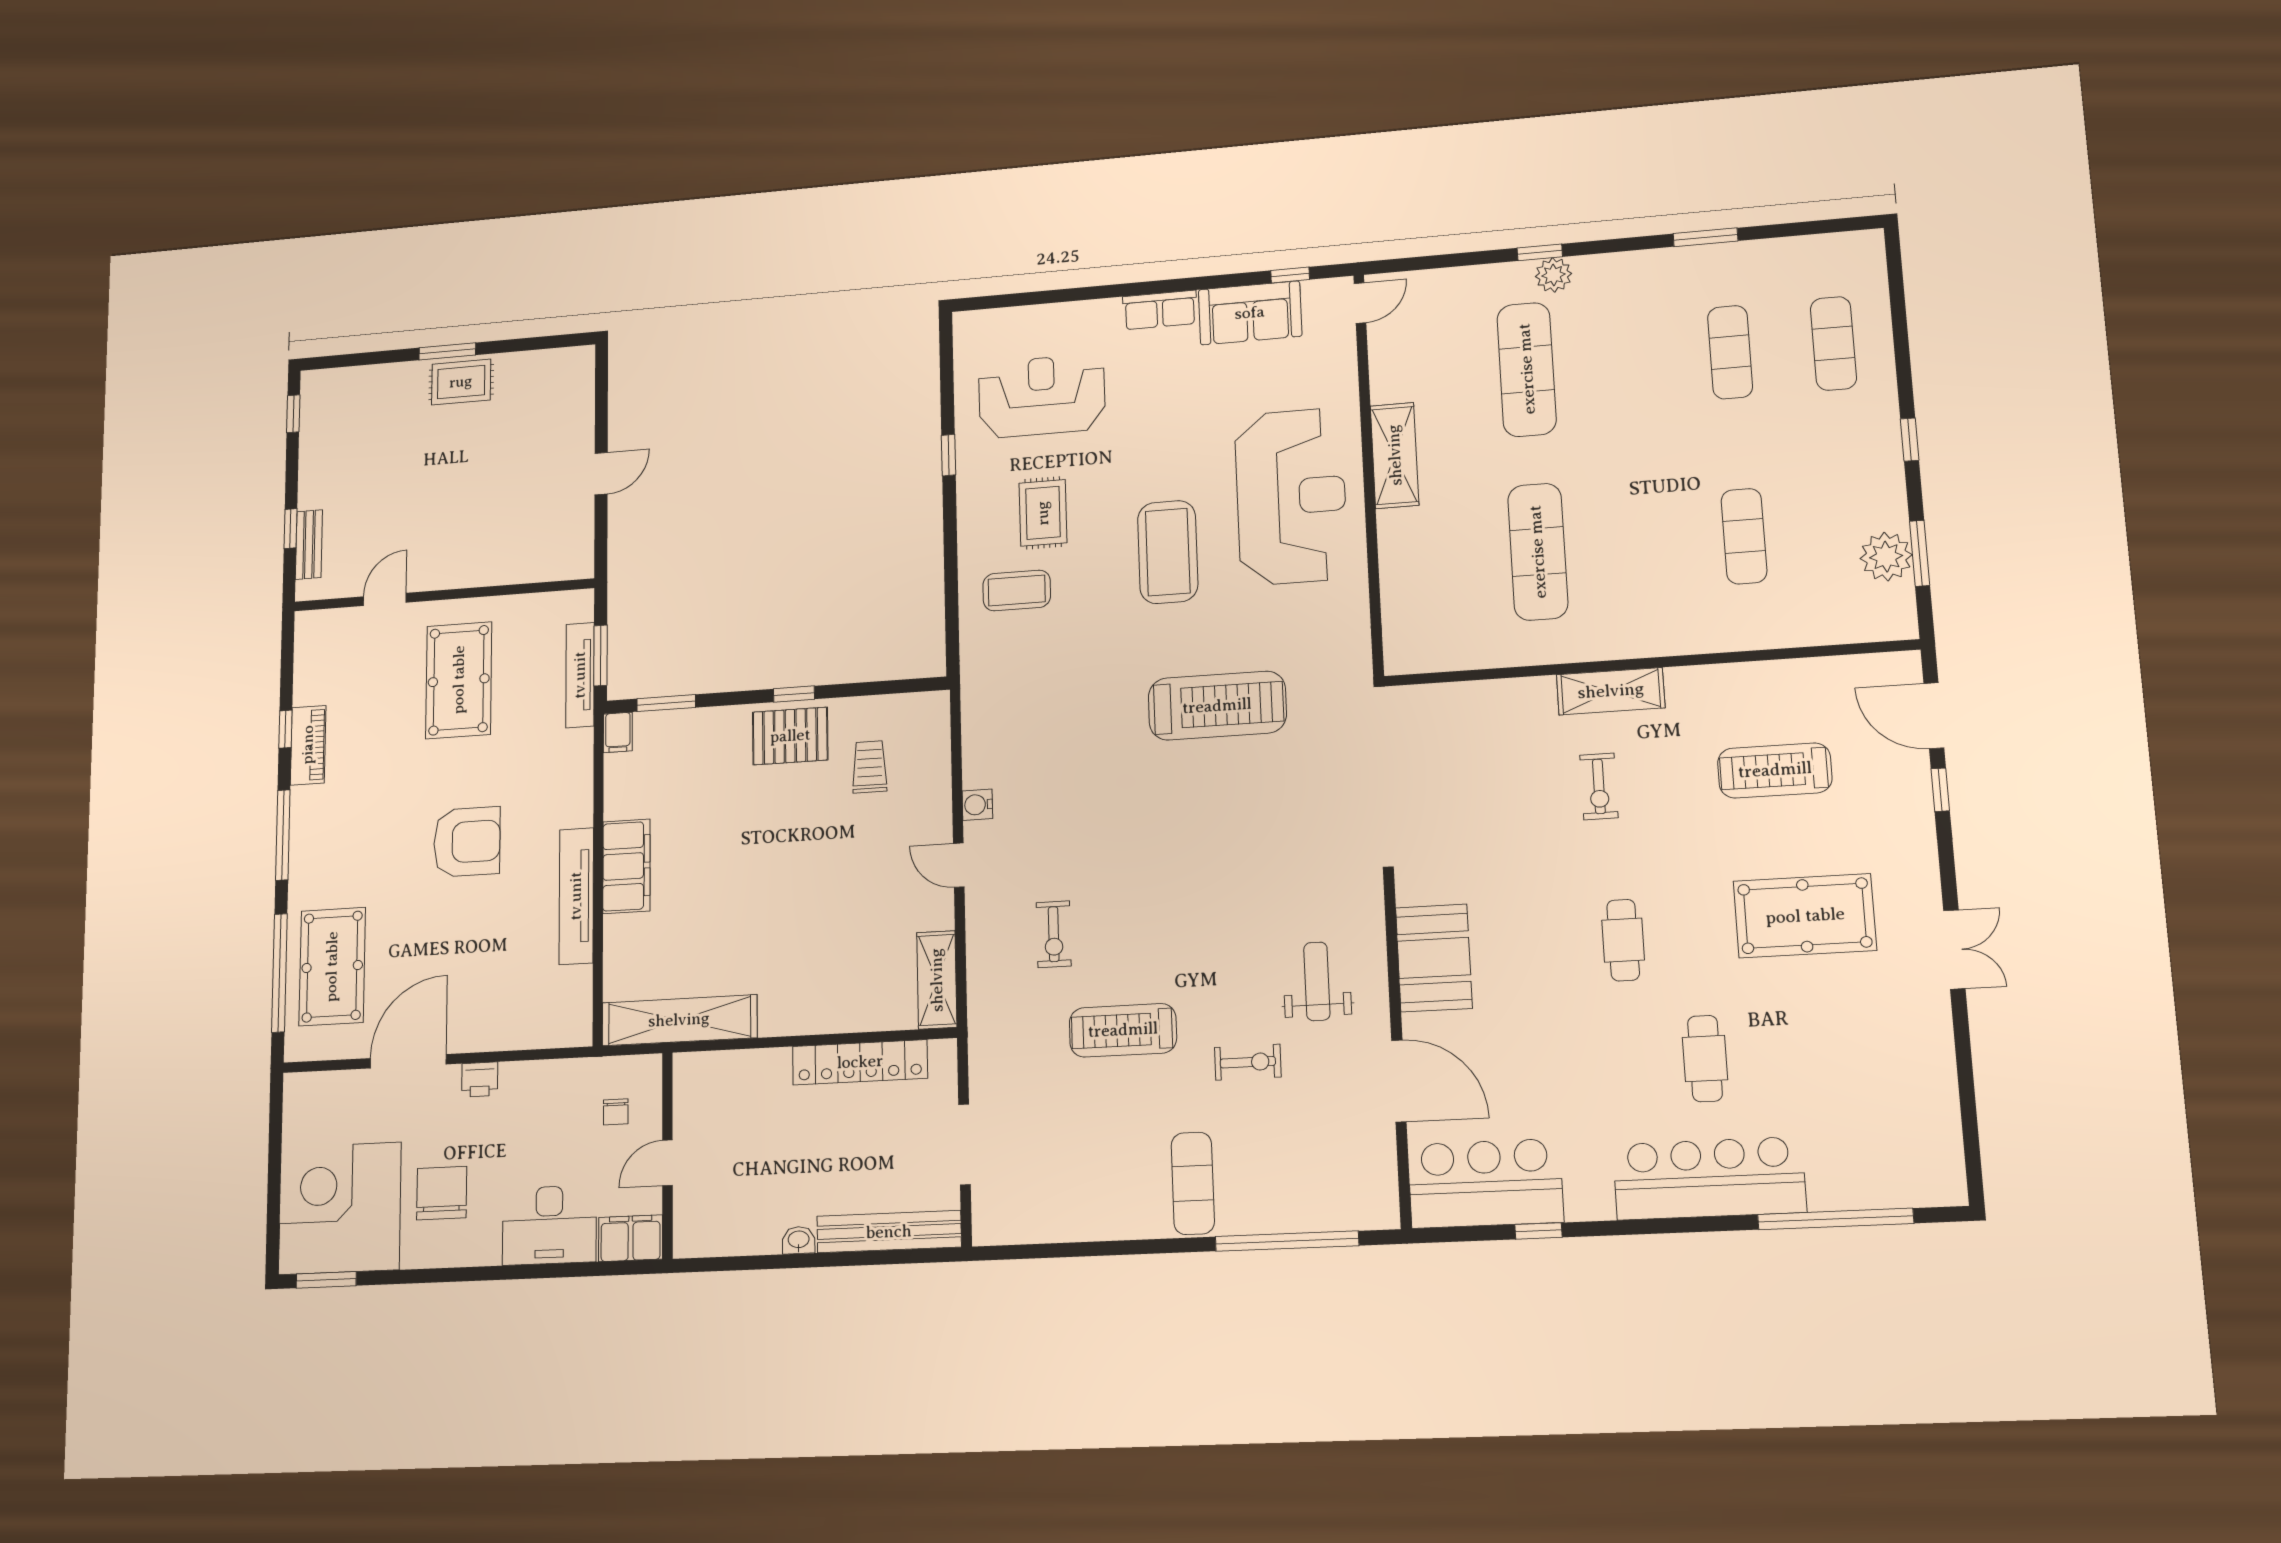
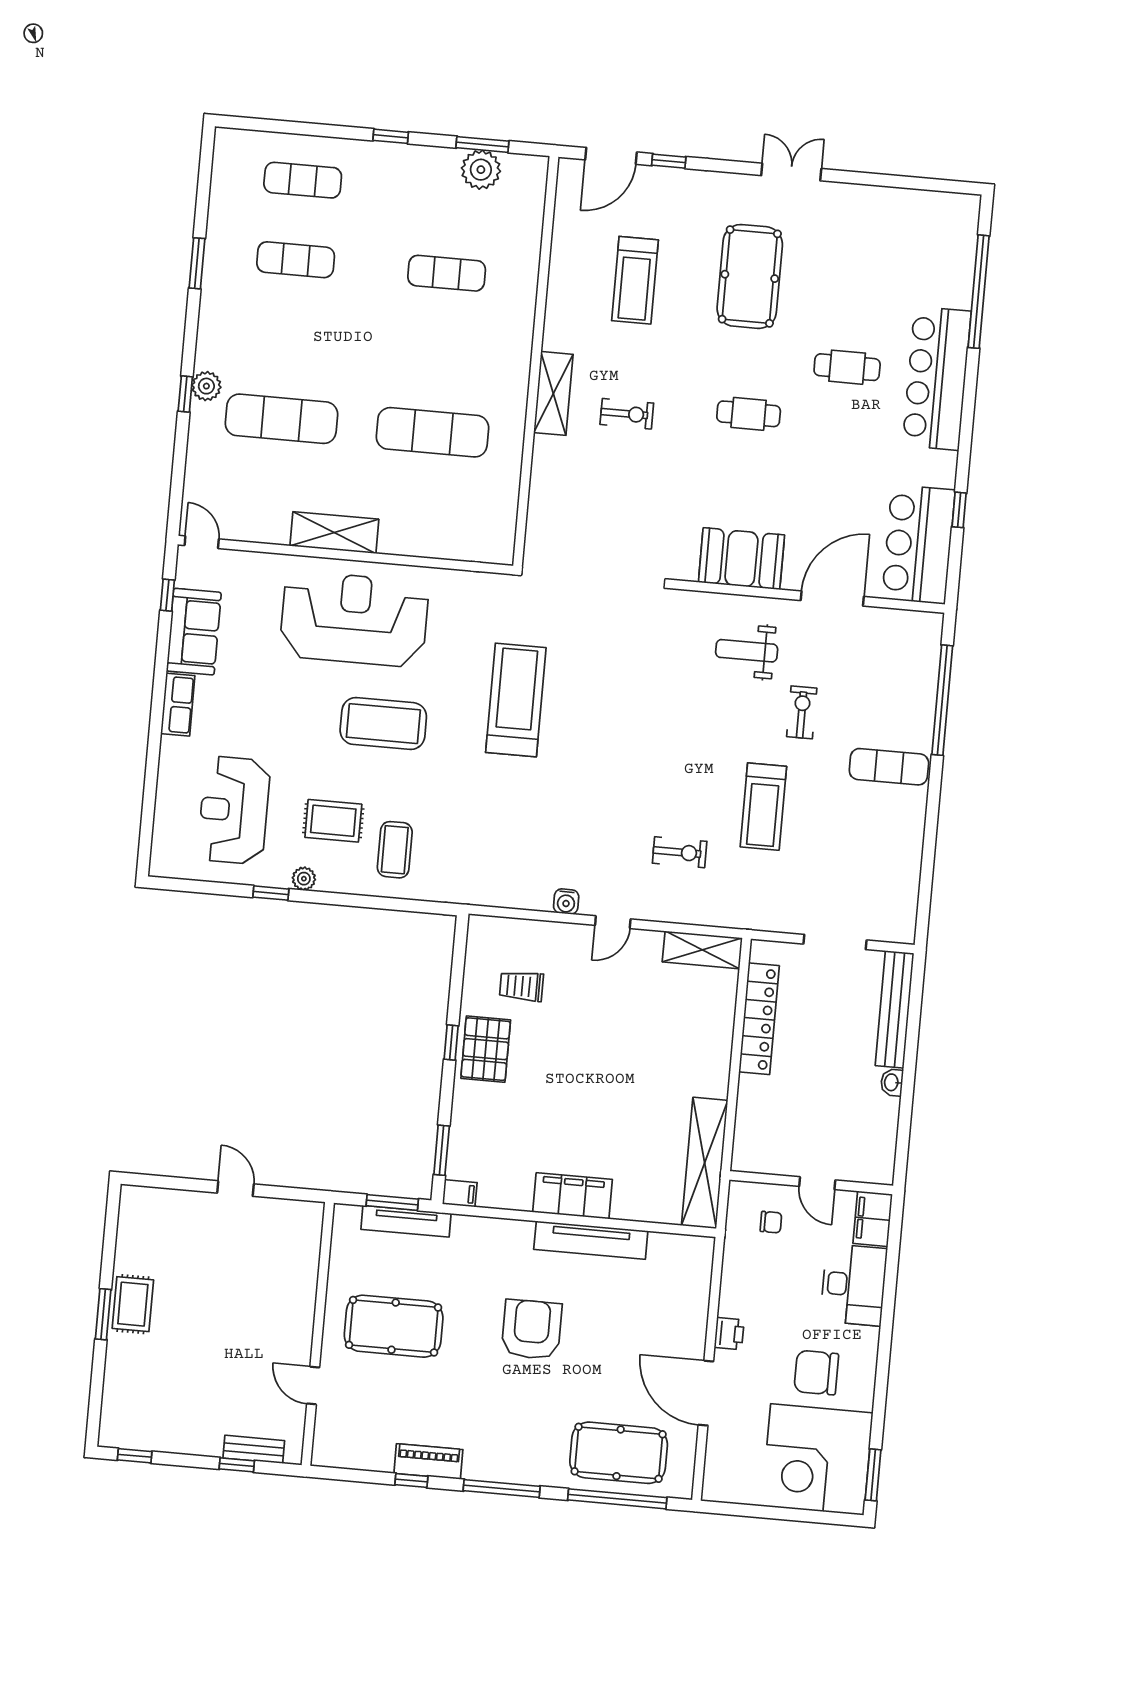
plant: (970, 490) -> (304, 879), added

